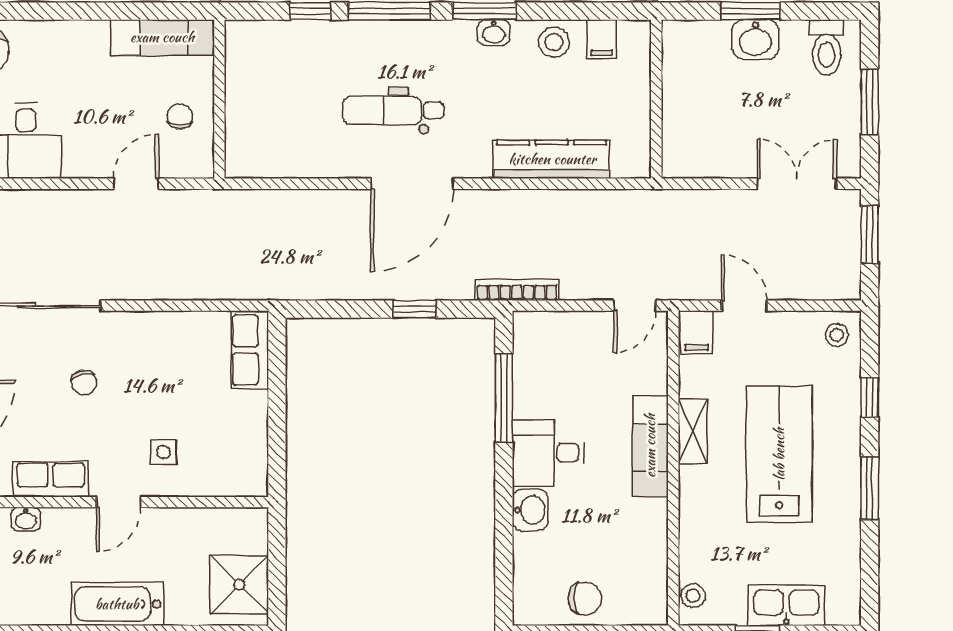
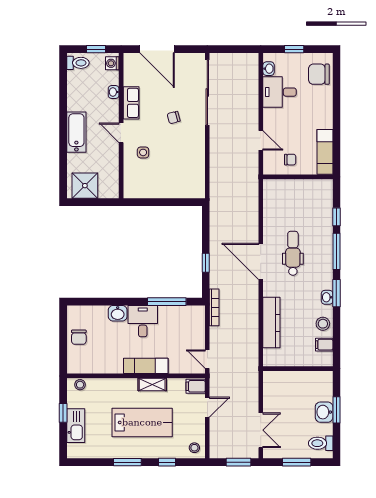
row of seats: (250, 350) -> (188, 190), removed

